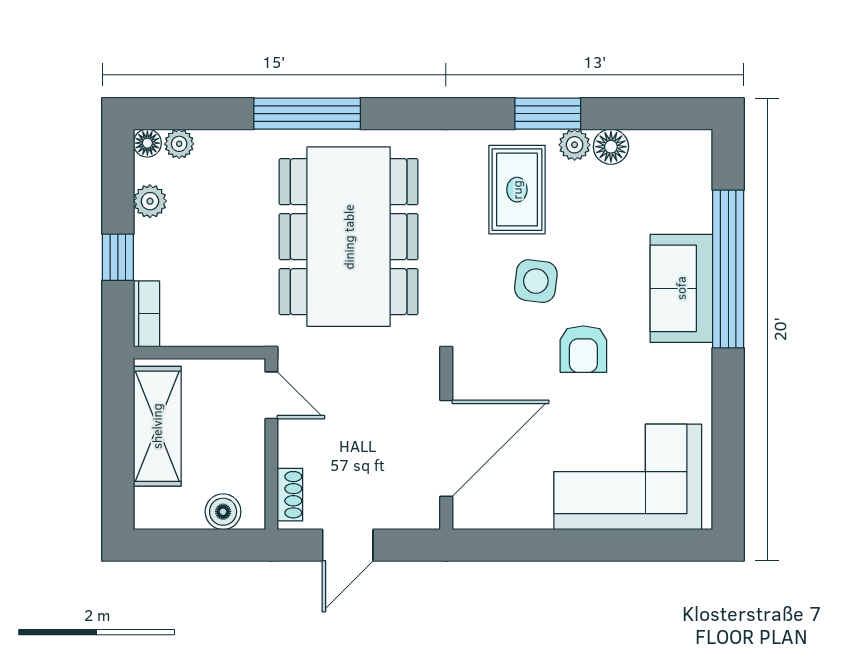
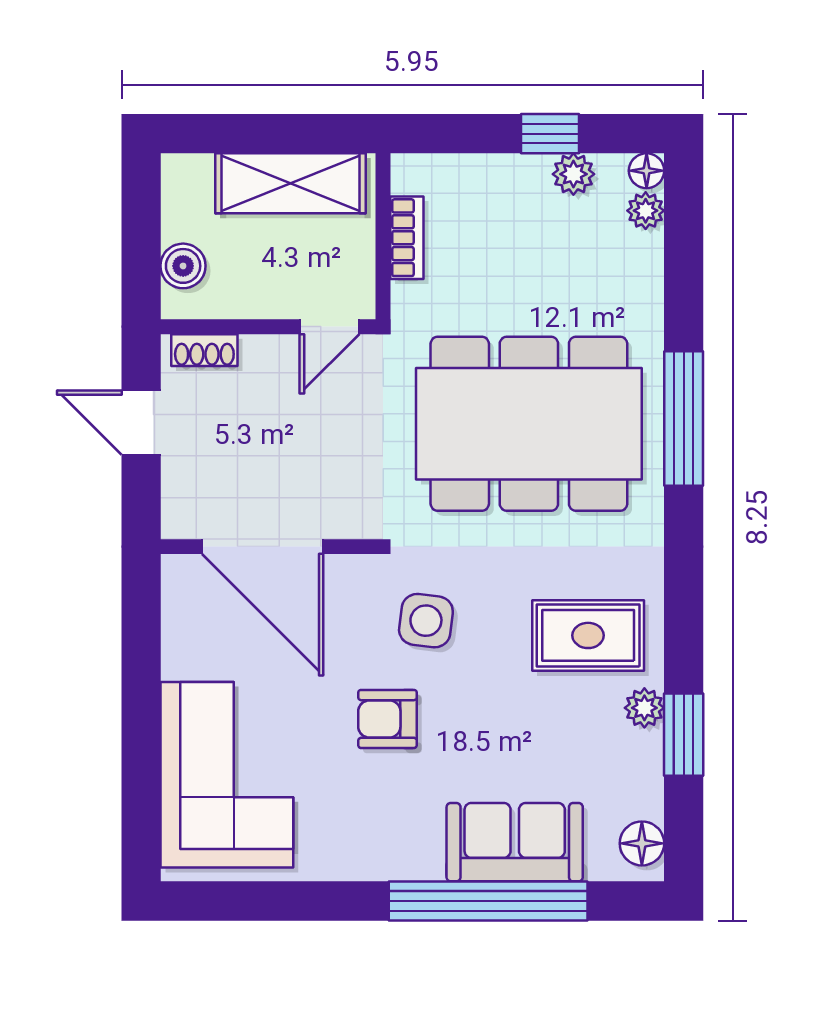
window: (307, 114) -> (684, 419), moved
window: (548, 114) -> (684, 735), moved
floor lamp: (611, 147) -> (642, 843), moved
window: (118, 257) -> (550, 134), moved
side table: (536, 281) -> (426, 621), moved
sofa: (681, 288) -> (515, 842), moved
bookcase: (147, 314) -> (407, 238), moved, turned -90

